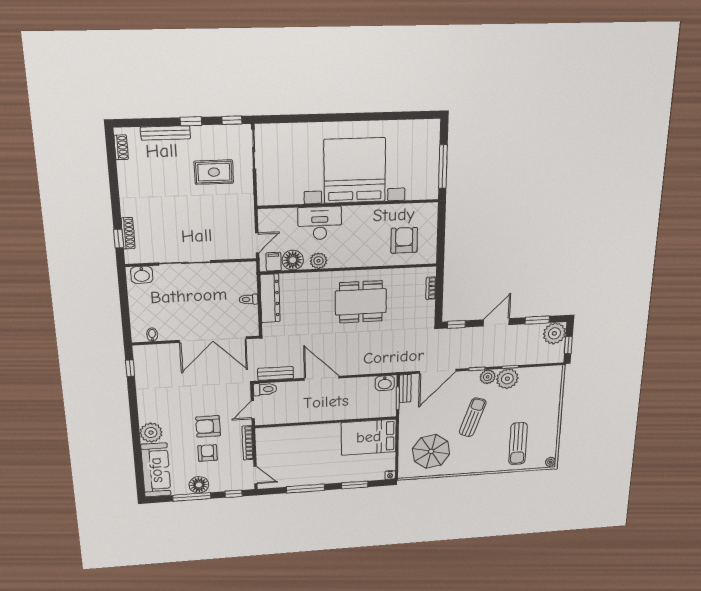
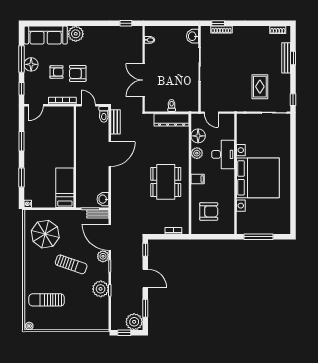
window: (191, 121) -> (293, 58), moved
filing cabinet: (274, 262) -> (198, 179), moved
double door: (213, 340) -> (144, 80), width x0.73
plant: (488, 377) -> (103, 256), moved
armchair: (208, 426) -> (78, 73), turned -90
bed: (369, 437) -> (65, 188), width x0.67
window: (306, 489) -> (22, 141), width x0.69

